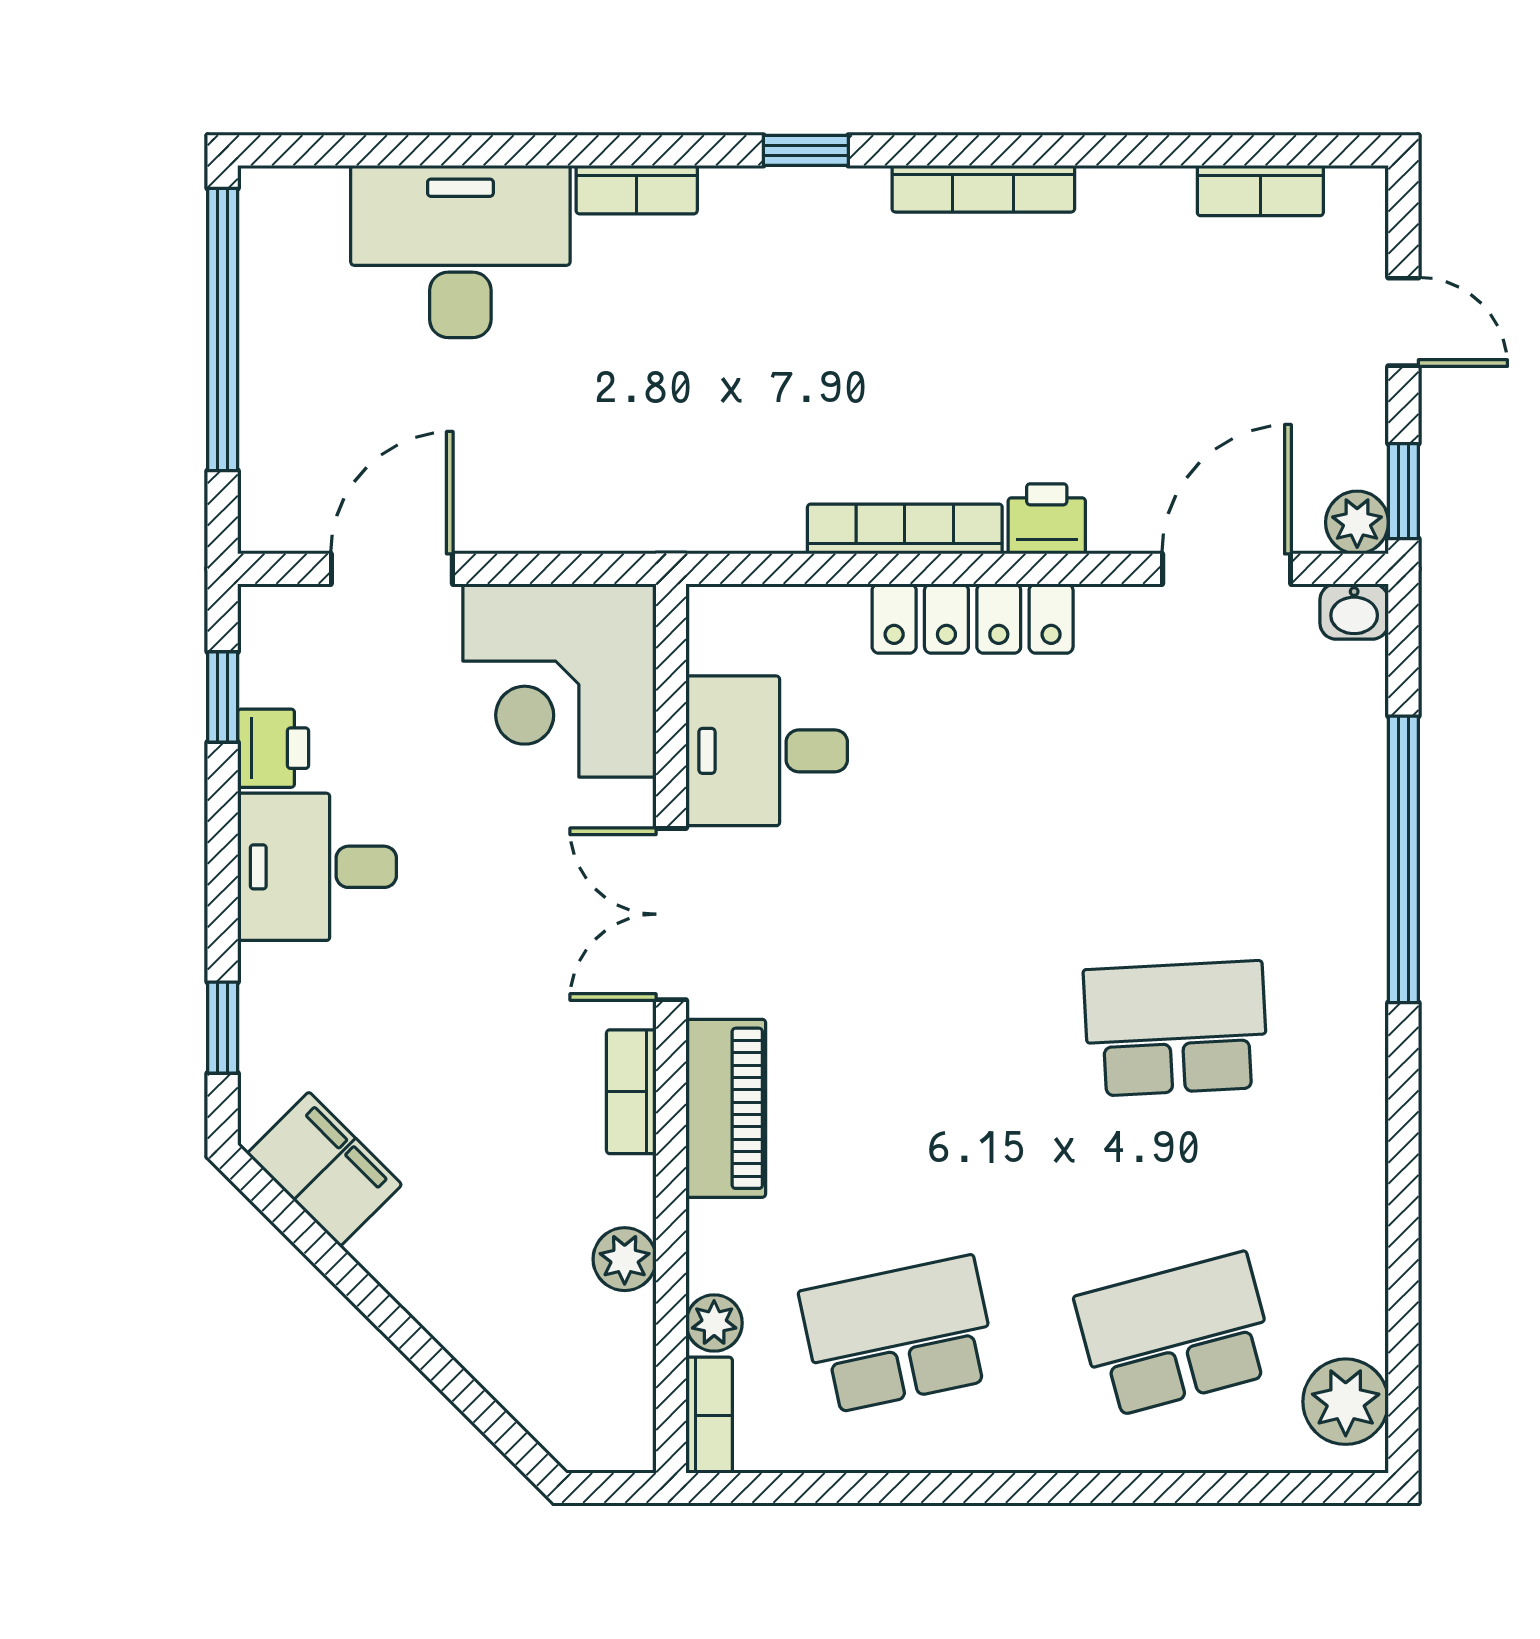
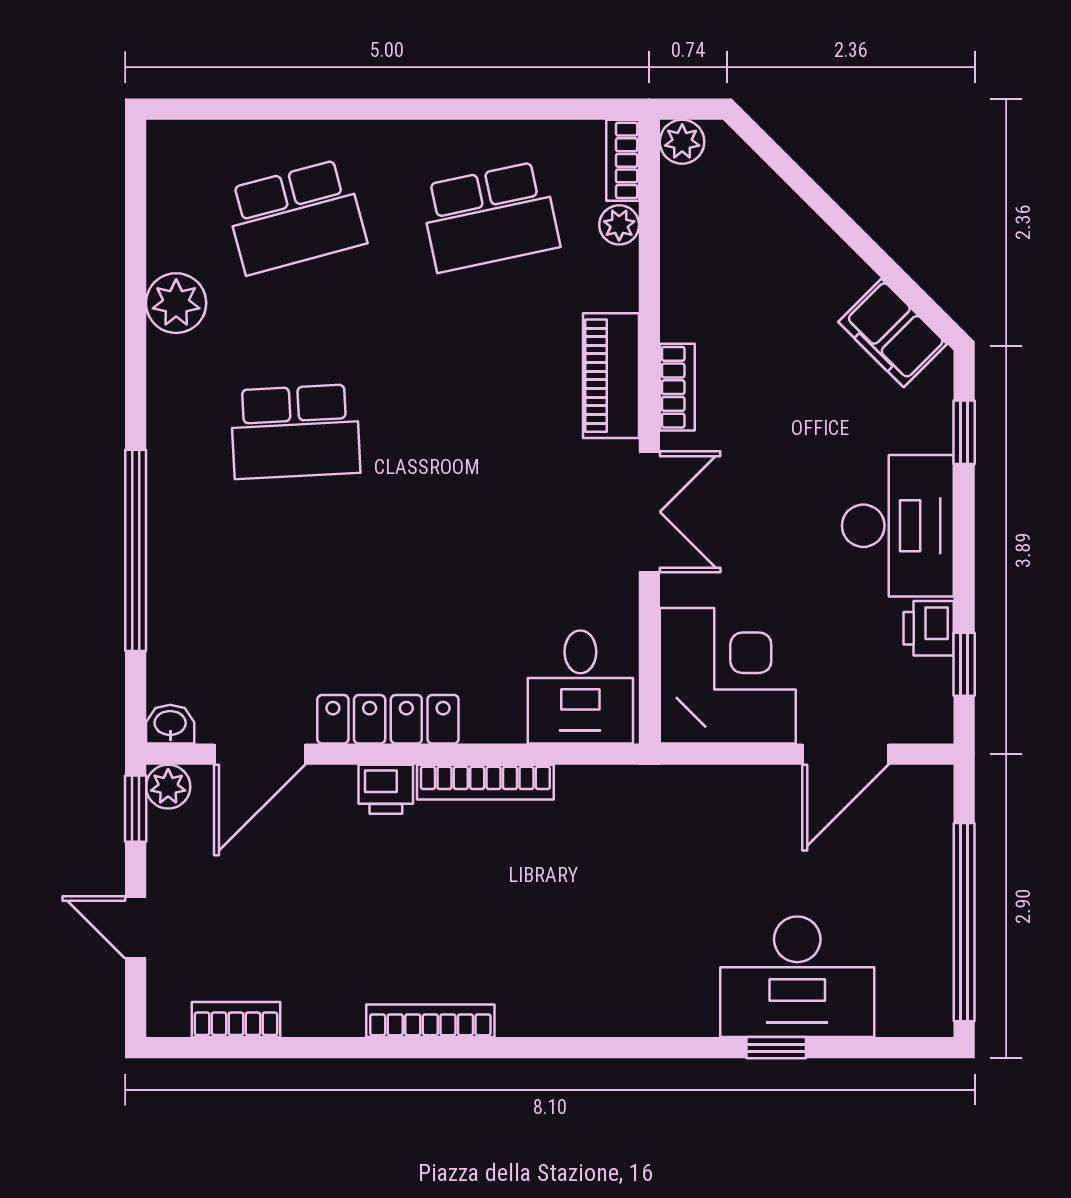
window: (806, 150) -> (776, 1048), moved
bookcase: (637, 190) -> (674, 1020), removed
locker: (973, 618) -> (388, 719), moved
desk: (767, 751) -> (580, 687), moved, turned 90
desk: (317, 867) -> (898, 526), width x1.37
plant: (625, 1259) -> (682, 142), moved
plant: (1346, 1402) -> (176, 303), moved

